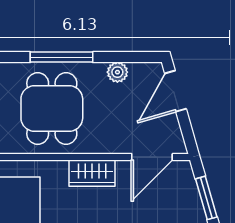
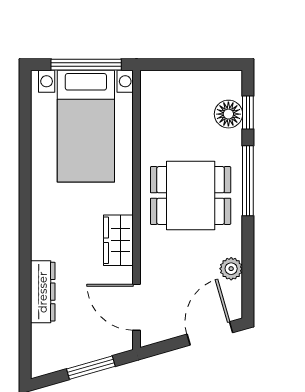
window: (62, 57) -> (248, 181), moved
door: (176, 91) -> (210, 333), hinge flipped

